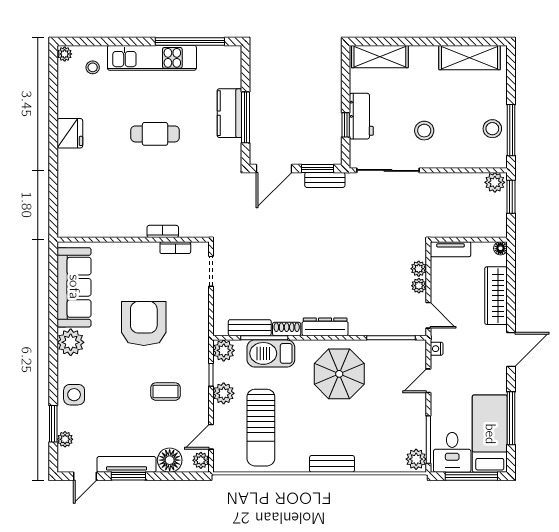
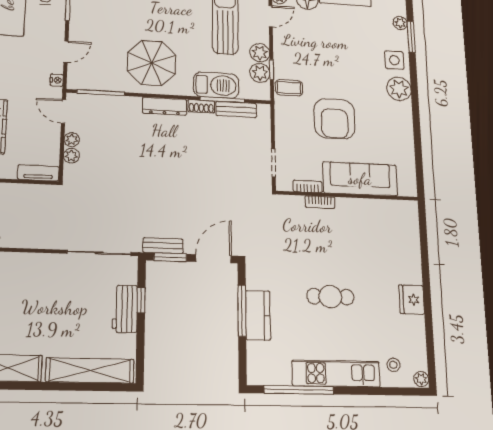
shelving: (380, 57) -> (90, 370), width x1.47
stool: (424, 131) -> (60, 292), removed
sofa: (74, 287) -> (360, 179), moved, turned 90
plant: (71, 342) -> (399, 89), moved
plant: (224, 350) -> (260, 73), moved
coffee table: (165, 392) -> (289, 88), moved

